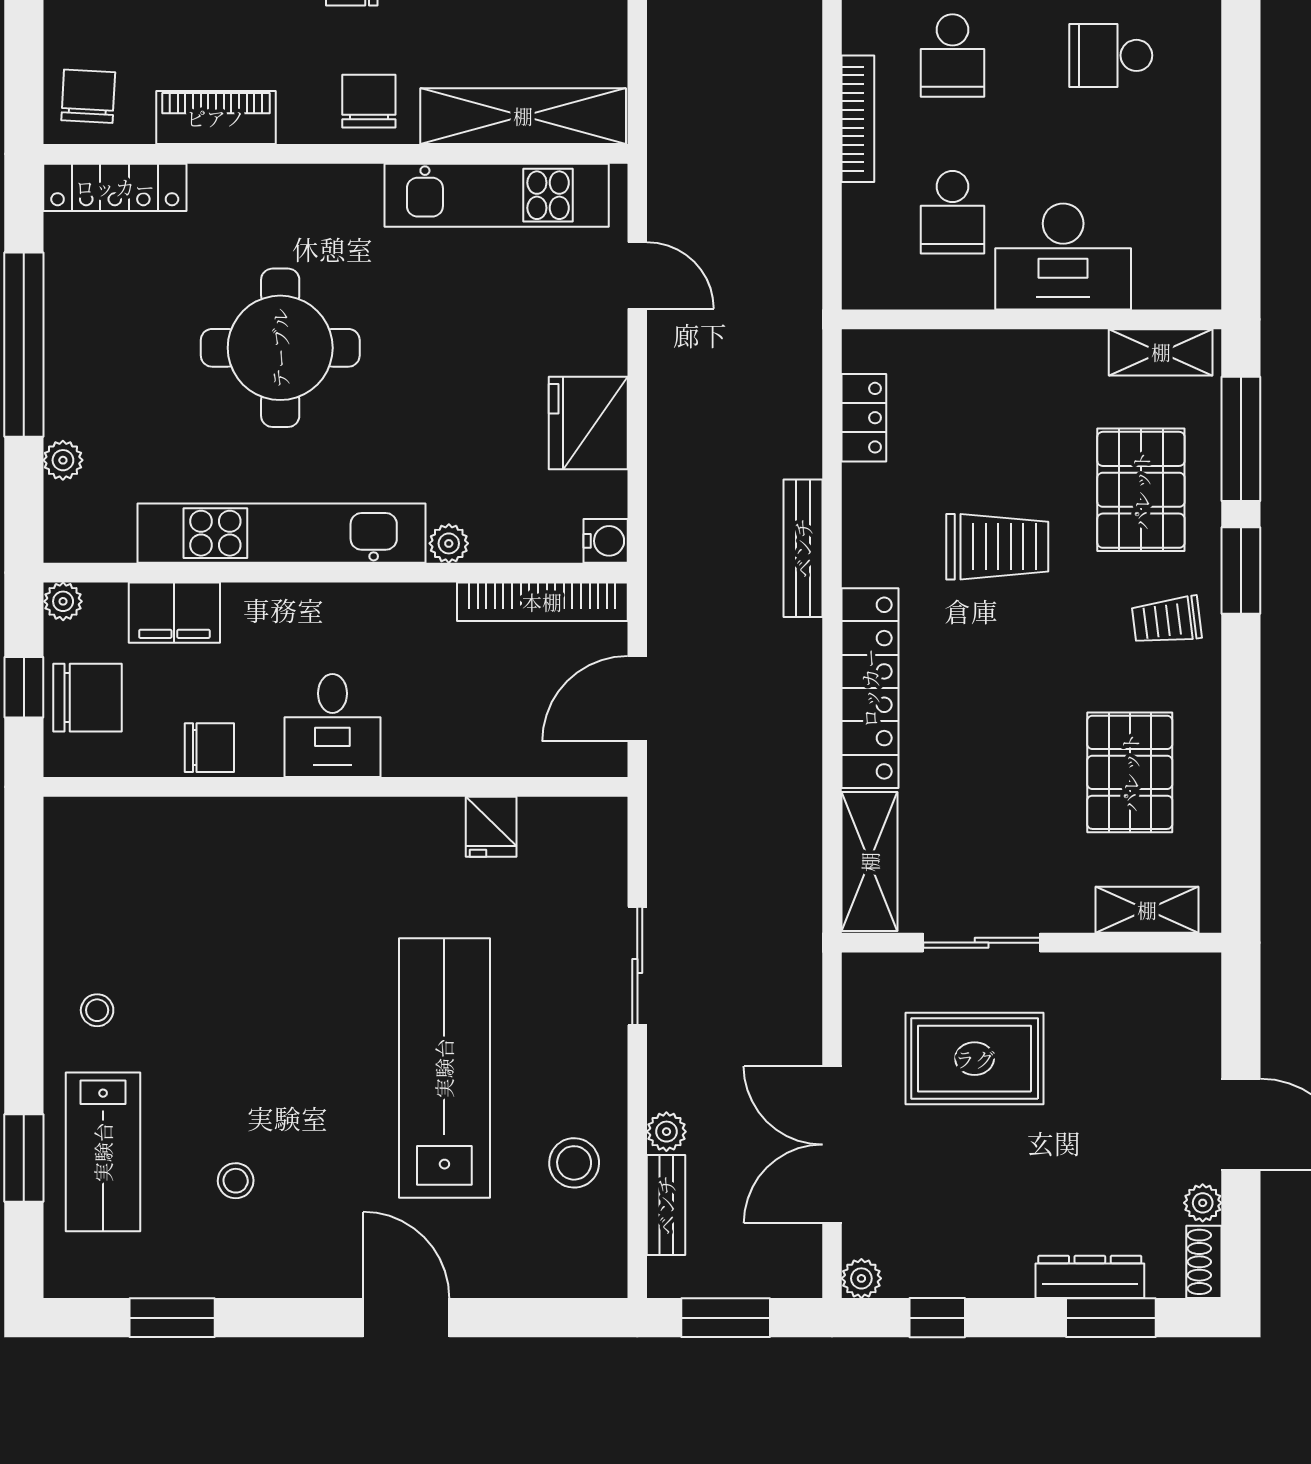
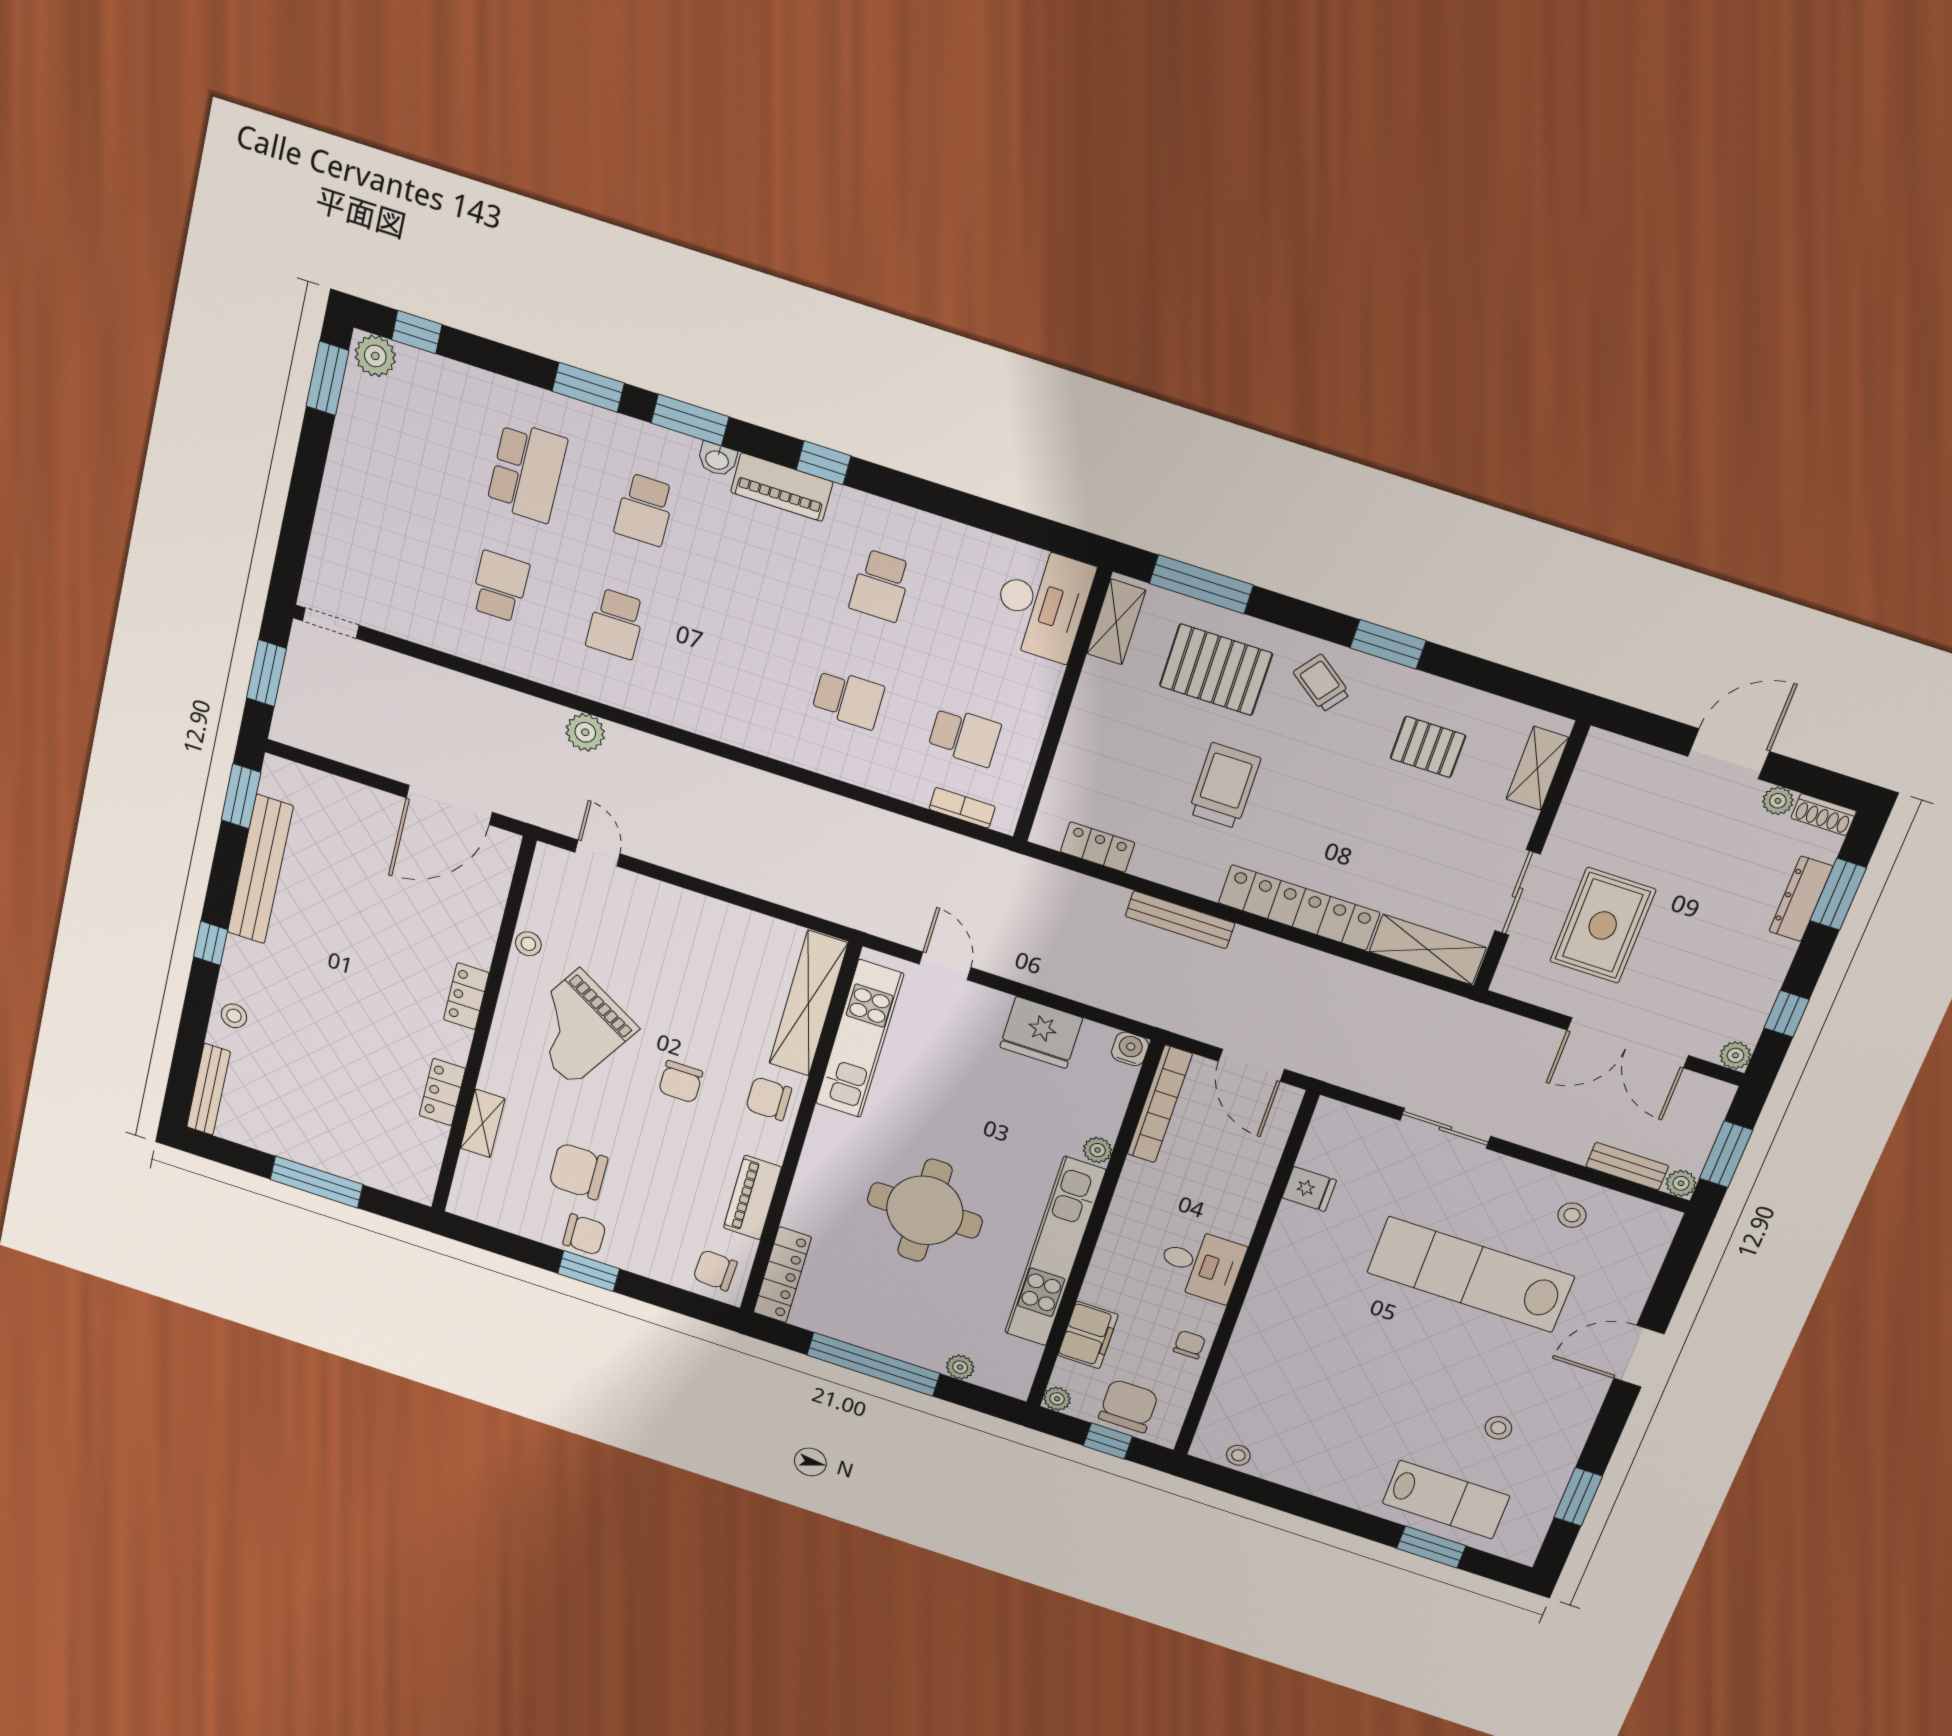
bookcase: (858, 119) -> (962, 808), moved, width x0.64
desk: (1063, 257) -> (1042, 603), moved
door: (637, 275) -> (945, 966), hinge flipped
window: (1241, 571) -> (1388, 644), moved
trolley: (1167, 620) -> (1322, 683), turned 134
chair: (209, 748) -> (1189, 1345), width x0.73, depth x0.73
pallet: (1130, 772) -> (1428, 747), width x0.67, depth x0.71
stool: (97, 1010) -> (1238, 1455), moved
plant: (666, 1132) -> (1681, 1183), moved
stool: (574, 1163) -> (1572, 1215), width x0.73, depth x0.73

